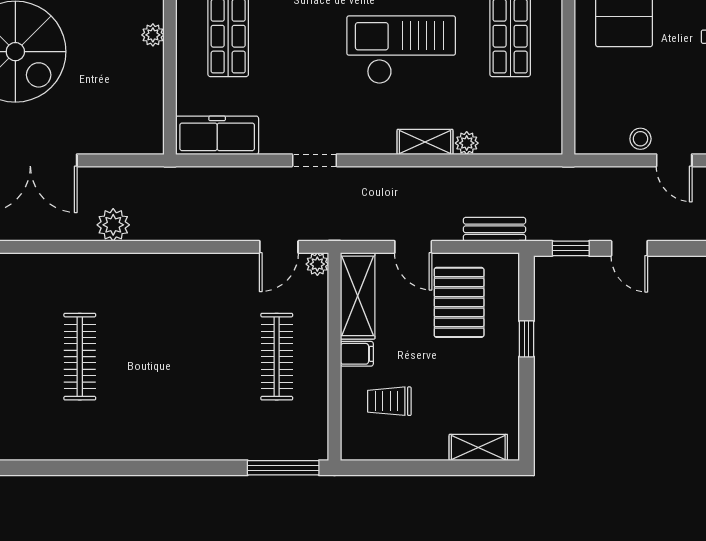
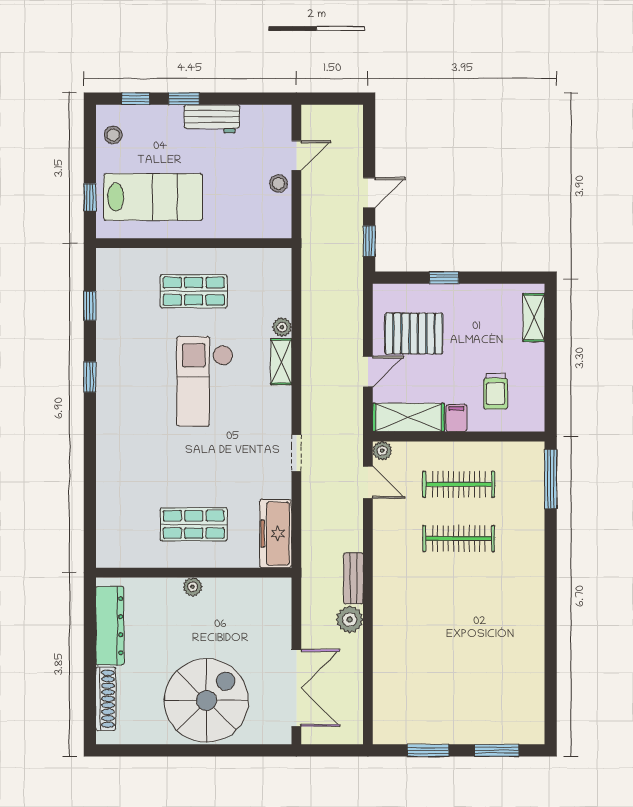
bench: (495, 229) -> (353, 578), moved
clothes rail: (80, 357) -> (459, 539), moved

